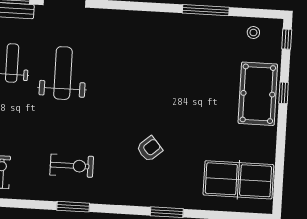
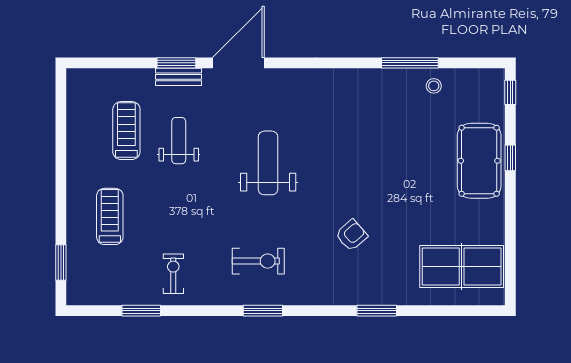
stool: (253, 33) -> (434, 86), moved
weight bench: (63, 73) -> (268, 163), moved

